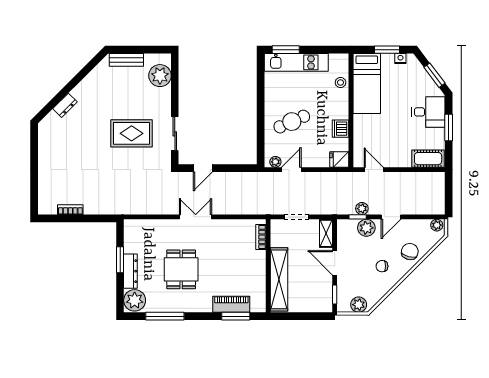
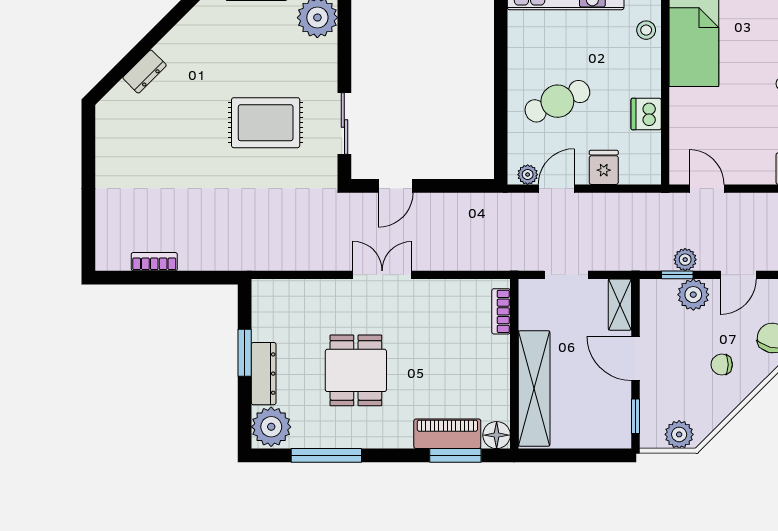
fridge: (339, 159) -> (604, 167), moved, turned 90
floor lamp: (258, 305) -> (497, 435), added

